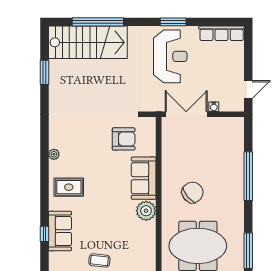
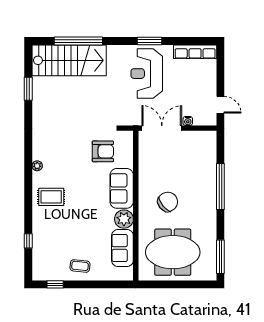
reception desk: (170, 56) -> (147, 74), turned 180
door: (248, 89) -> (220, 105), hinge flipped
sofa: (60, 231) -> (122, 248), moved, turned 180

